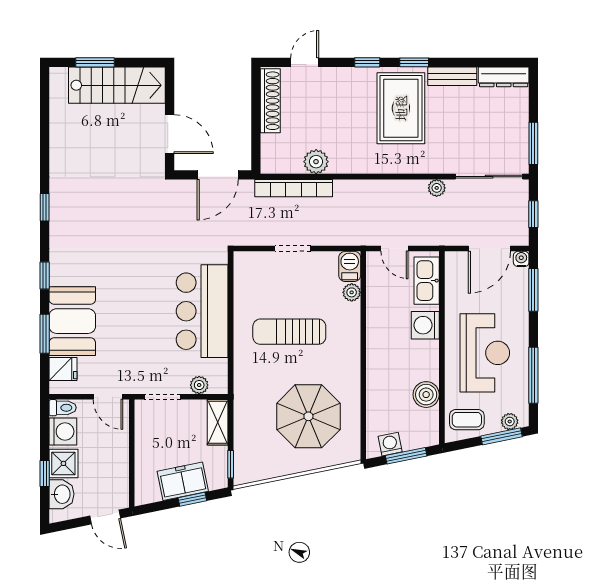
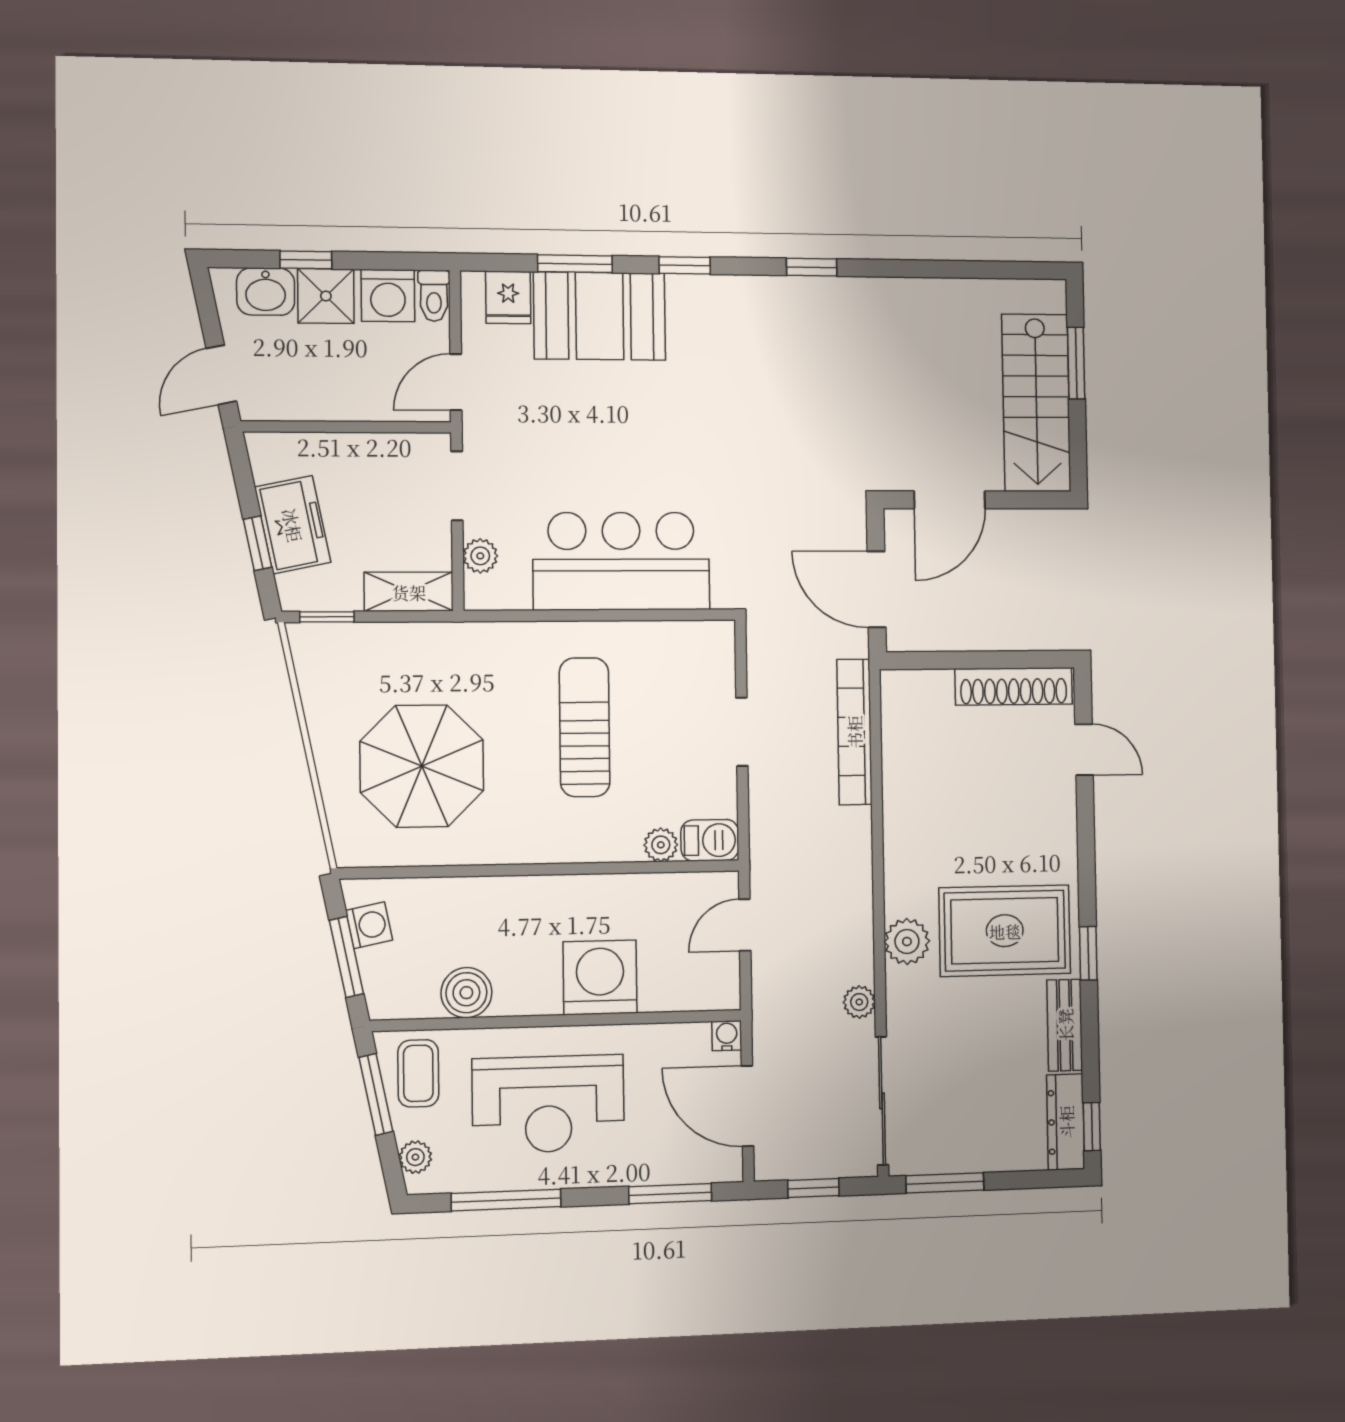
window: (367, 62) -> (1092, 1127), moved
plant: (316, 162) -> (907, 942), moved
water cooler: (521, 259) -> (727, 1036), moved, turned -90
kitchen sink: (427, 281) -> (685, 988), removed
washing machine: (425, 325) -> (600, 977), width x1.37, depth x1.37
window: (501, 436) -> (376, 1094), moved

